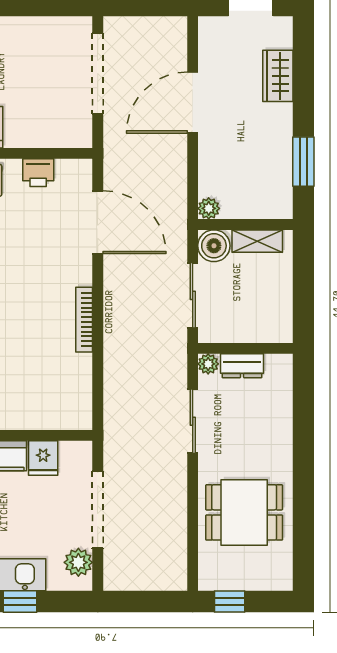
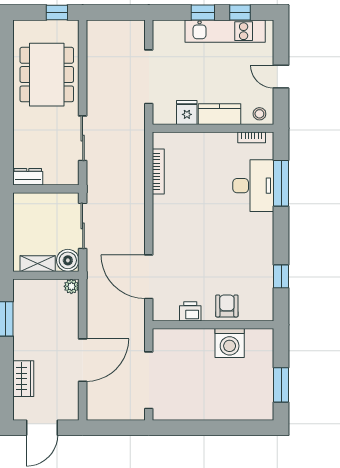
bookcase: (84, 320) -> (158, 172), moved
plant: (208, 364) -> (72, 178), removed
dresser: (242, 366) -> (28, 177), moved
dining table: (244, 512) -> (47, 75), width x1.38
plant: (78, 562) -> (162, 40), removed

